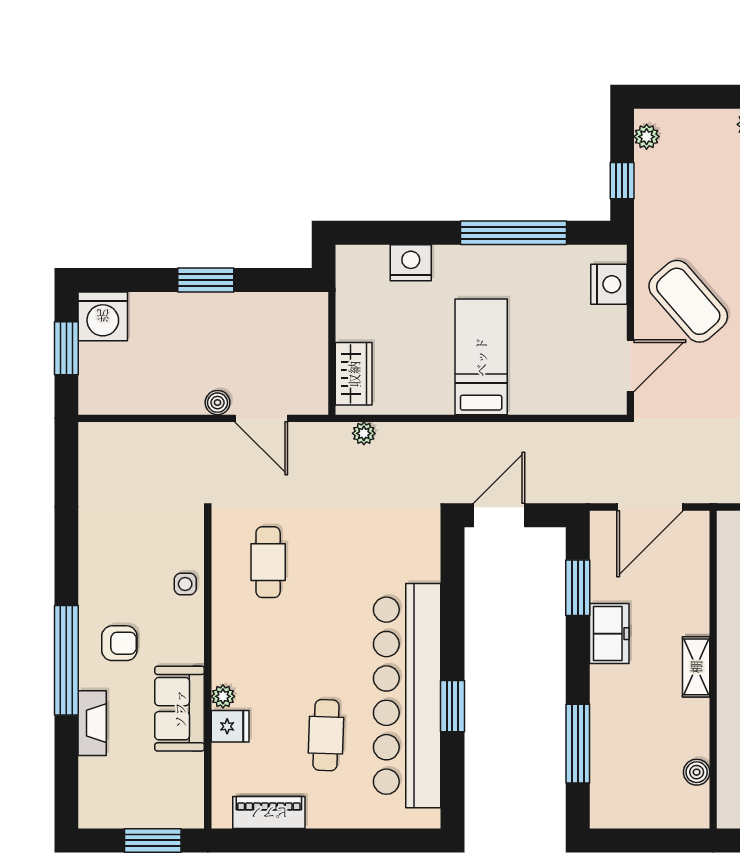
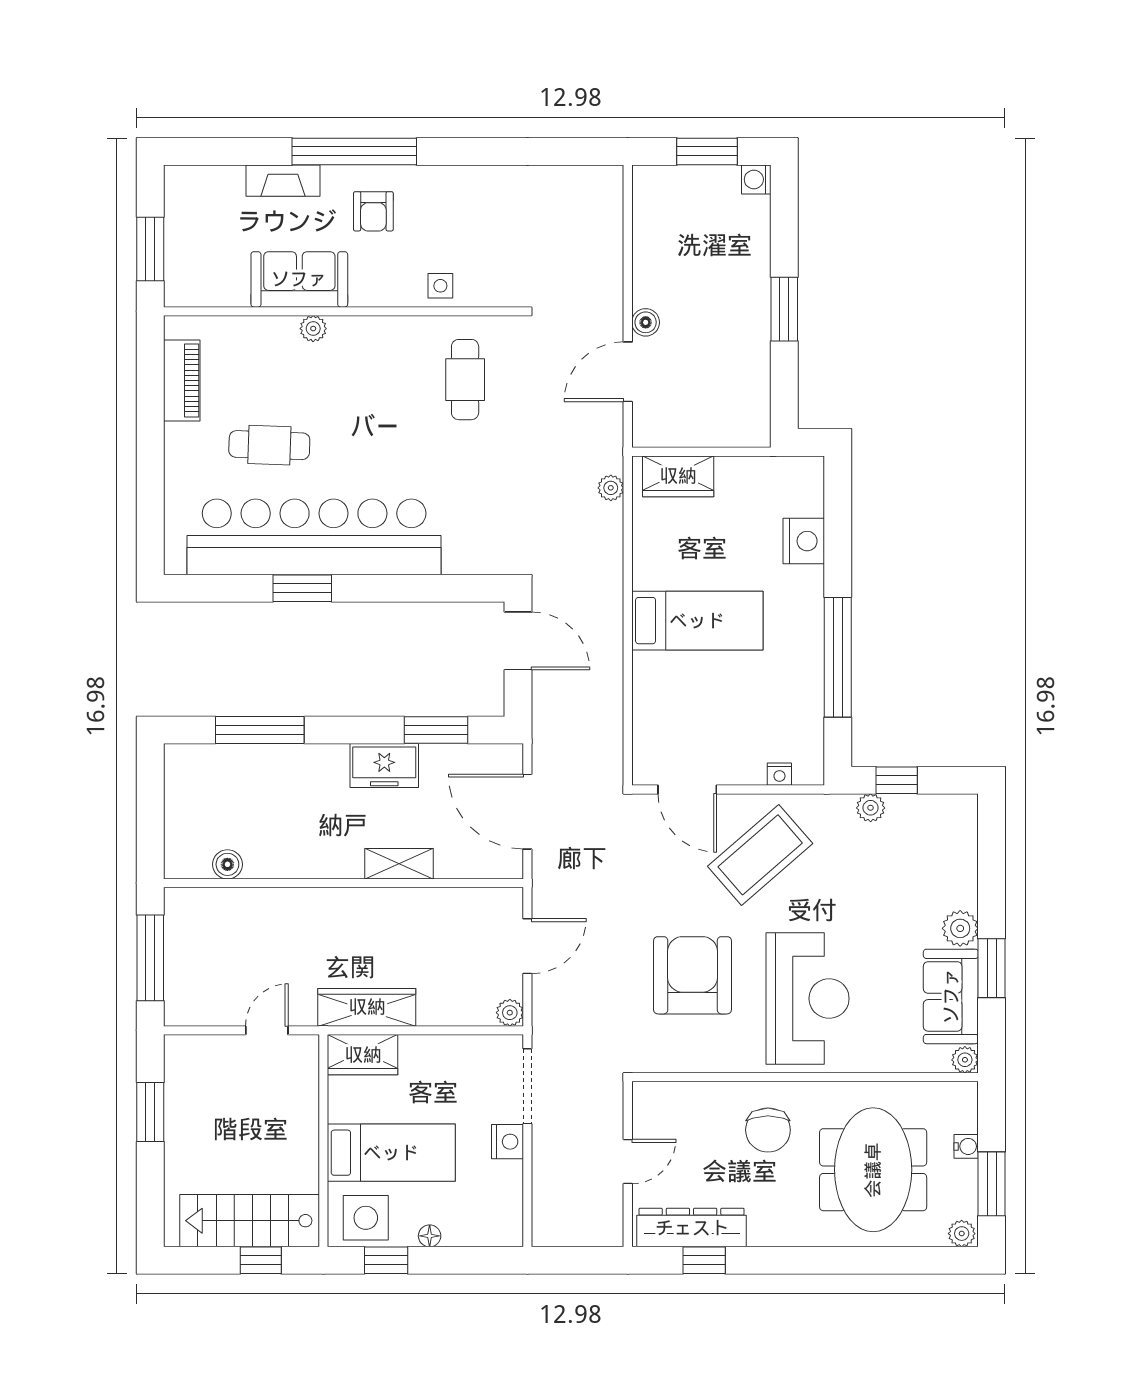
plant: (647, 137) -> (871, 808), moved
nightstand: (609, 284) -> (779, 774), width x0.53, depth x0.56
washing machine: (103, 316) -> (756, 179), width x0.53, depth x0.53
cafe table: (268, 562) -> (465, 380), turned 90
shelving: (696, 667) -> (399, 864), moved
fridge: (230, 726) -> (279, 337), removed

